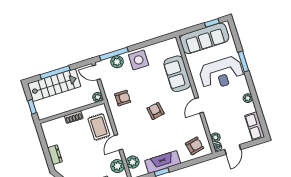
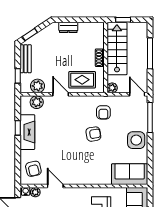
plant: (117, 62) -> (141, 118), removed
door: (96, 72) -> (137, 94), hinge flipped
sofa: (177, 74) -> (130, 174), moved
stairs: (54, 85) -> (117, 49), moved, turned 180
door: (199, 105) -> (55, 186), moved
armchair: (155, 111) -> (93, 134), moved

